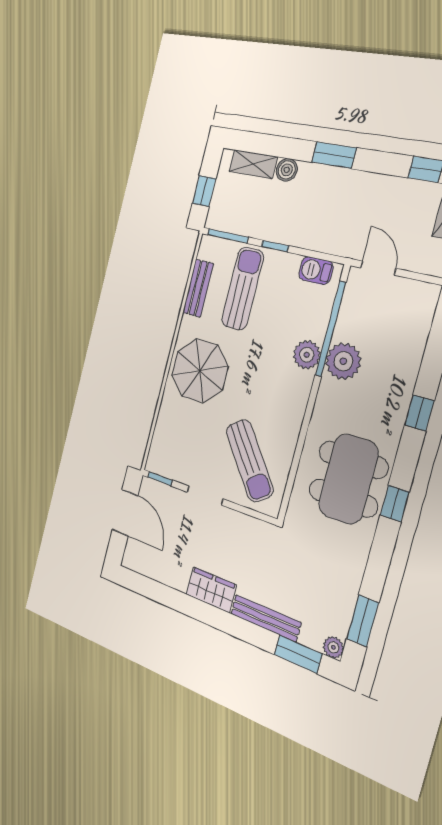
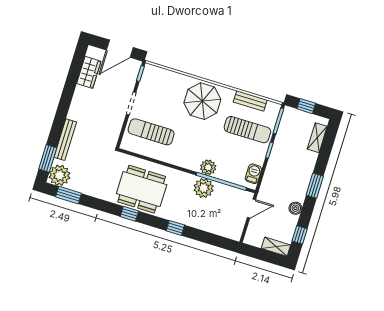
boiler: (287, 170) -> (295, 208), moved
sun lounger: (250, 461) -> (151, 132), turned 37
wardrobe: (211, 590) -> (89, 72), moved
plant: (333, 647) -> (60, 175), width x1.88, depth x1.88

